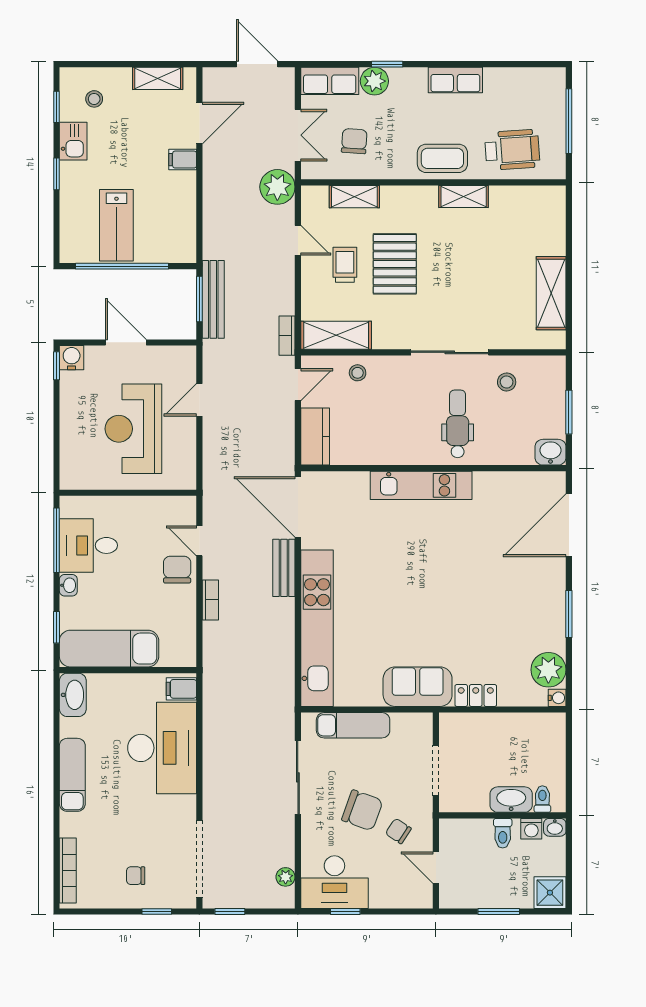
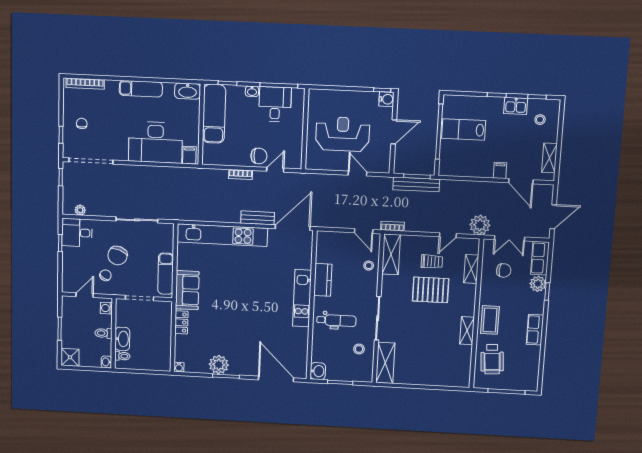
shelving: (551, 293) -> (385, 363), moved, turned 90
kitchen counter: (315, 437) -> (323, 280), moved, turned -90
plant: (548, 670) -> (219, 365), moved
exam couch: (353, 725) -> (166, 274), moved
washing machine: (531, 829) -> (106, 308), moved
desk: (334, 882) -> (77, 233), width x0.73

